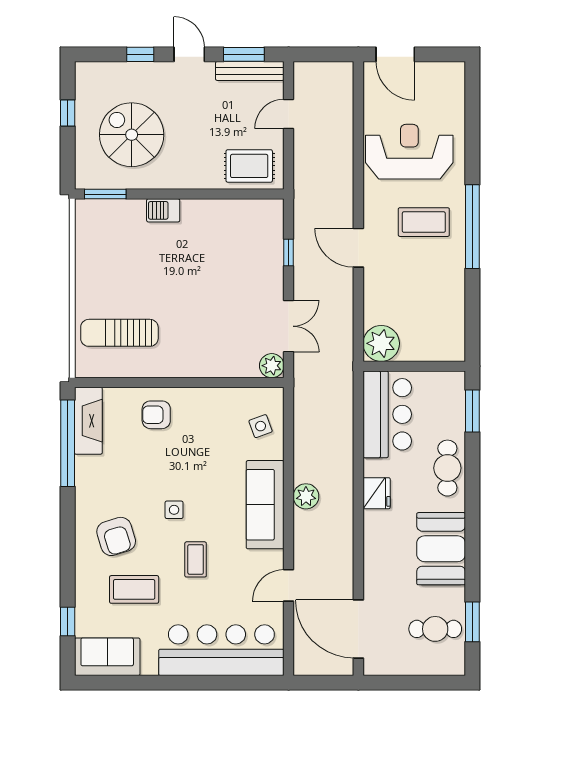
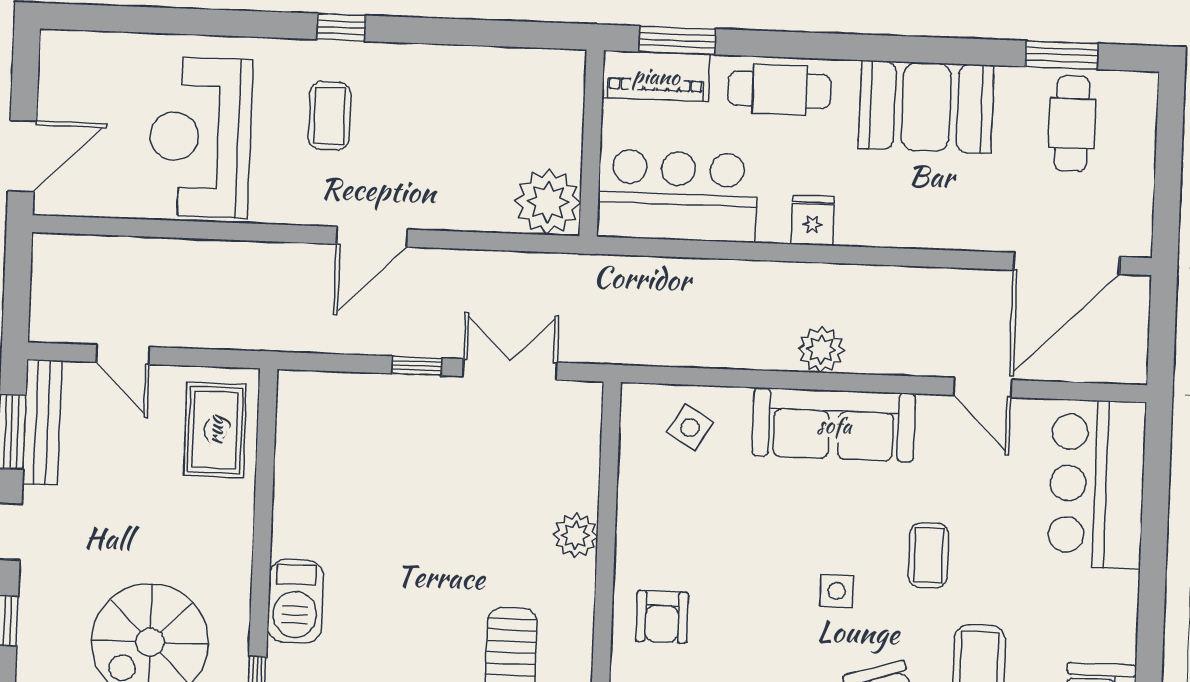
barbecue: (163, 210) -> (295, 601), width x1.38, depth x1.27
coffee table: (424, 222) -> (330, 116), width x0.73, depth x0.77
window: (472, 227) -> (341, 27), width x0.32
window: (289, 252) -> (417, 366), moved
plant: (272, 366) -> (576, 535), moved
piano: (452, 400) -> (656, 76), added
side table: (261, 426) -> (690, 428), turned -38
fridge: (377, 493) -> (813, 220), width x0.72
coffee table: (196, 559) -> (929, 555), turned 90
bar counter: (221, 650) -> (1097, 484), width x0.73

